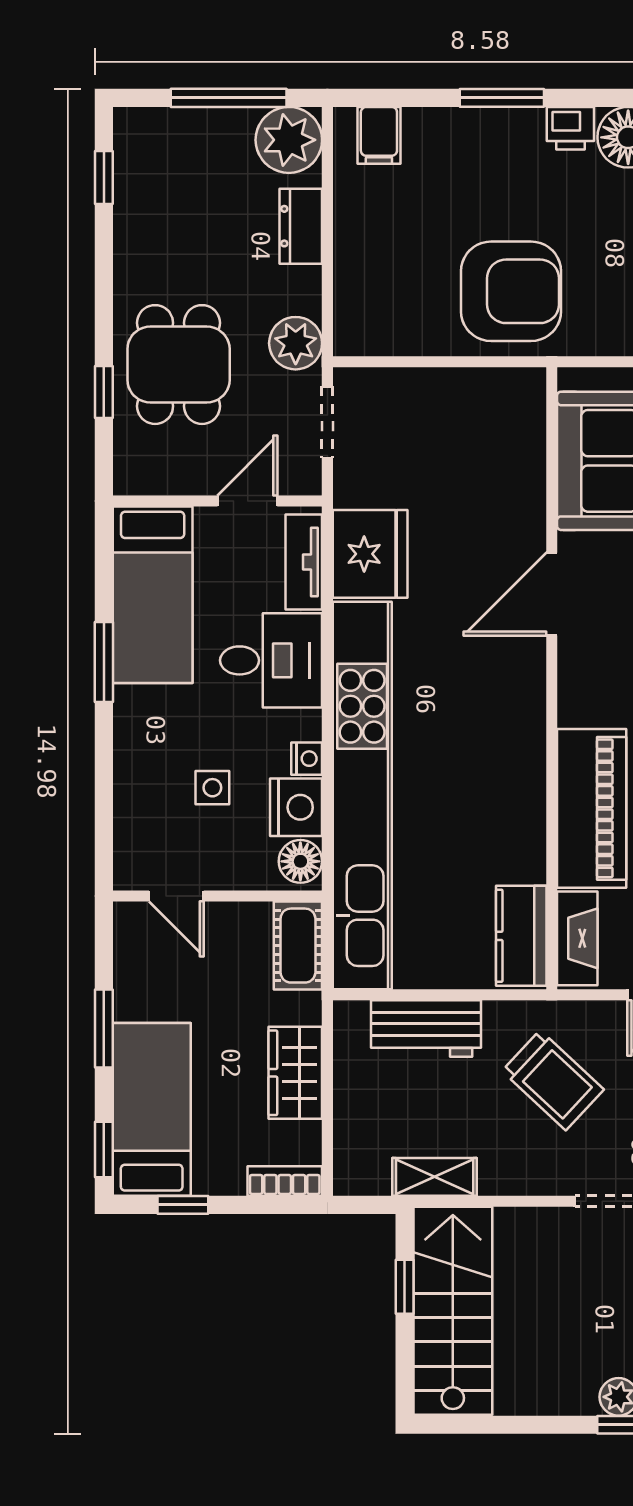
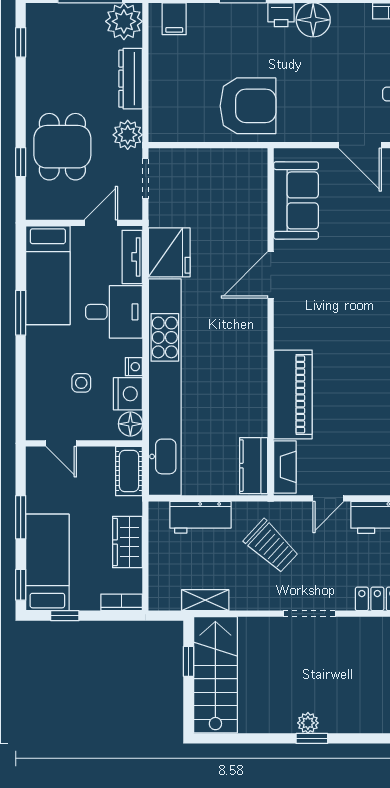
dresser: (301, 226) -> (131, 79), width x1.44

